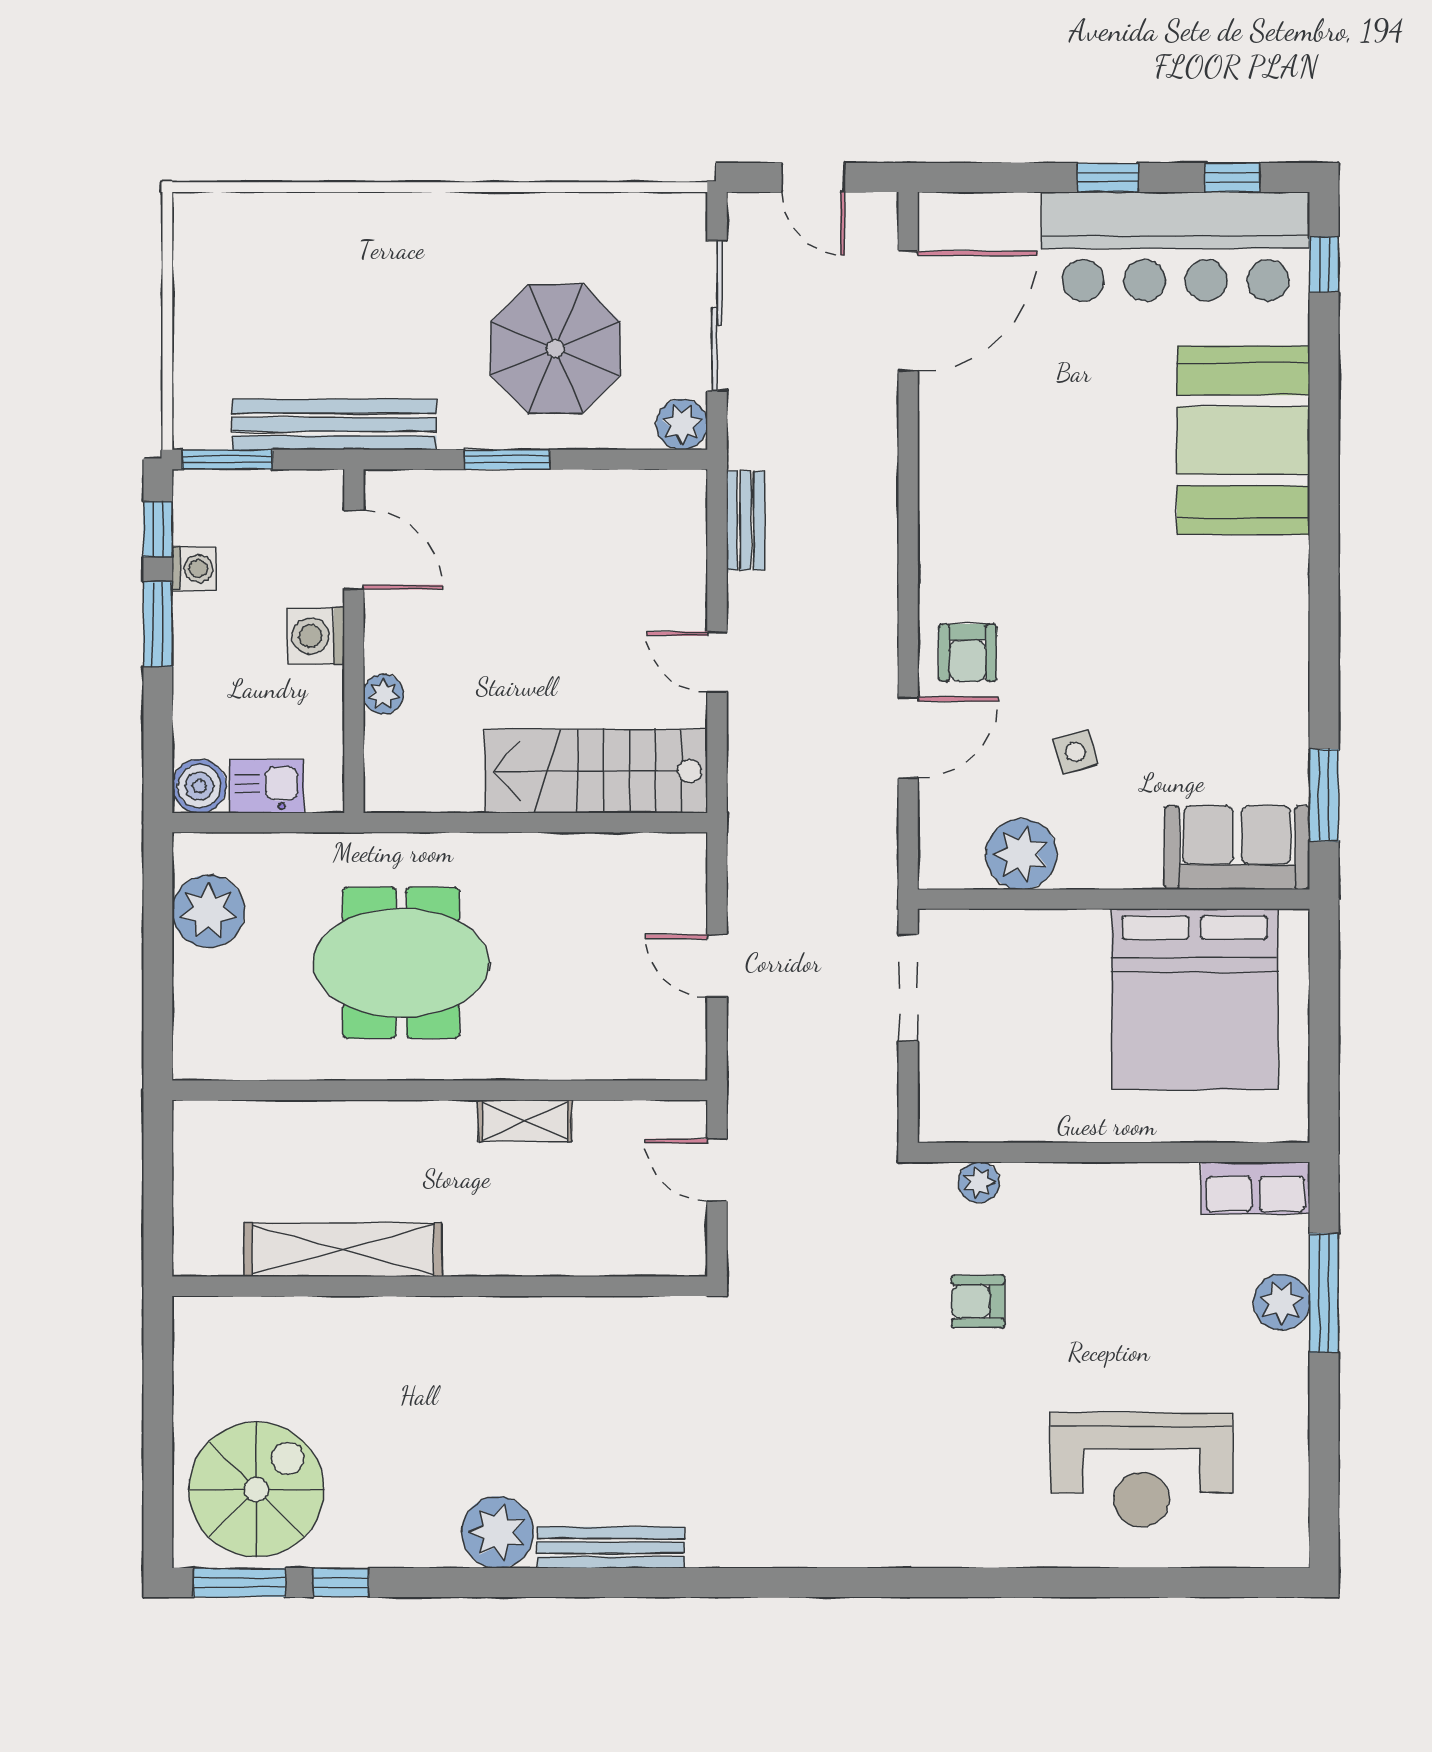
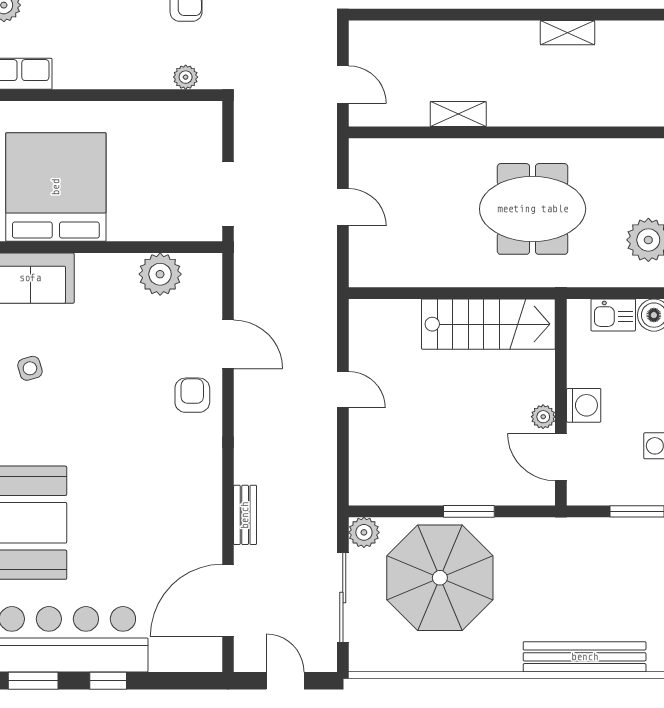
window: (1233, 178) -> (33, 681), width x1.50
parasol: (555, 349) -> (440, 578), width x1.36, depth x1.36
bench: (334, 425) -> (585, 657), moved
bench: (746, 520) -> (245, 515), moved
plant: (383, 694) -> (543, 417), moved
door: (908, 737) -> (228, 344), swing flipped
side table: (1075, 752) -> (30, 368), moved
stairs: (596, 771) -> (488, 324), moved
shelving: (343, 1250) -> (567, 33), width x0.45, depth x0.75

